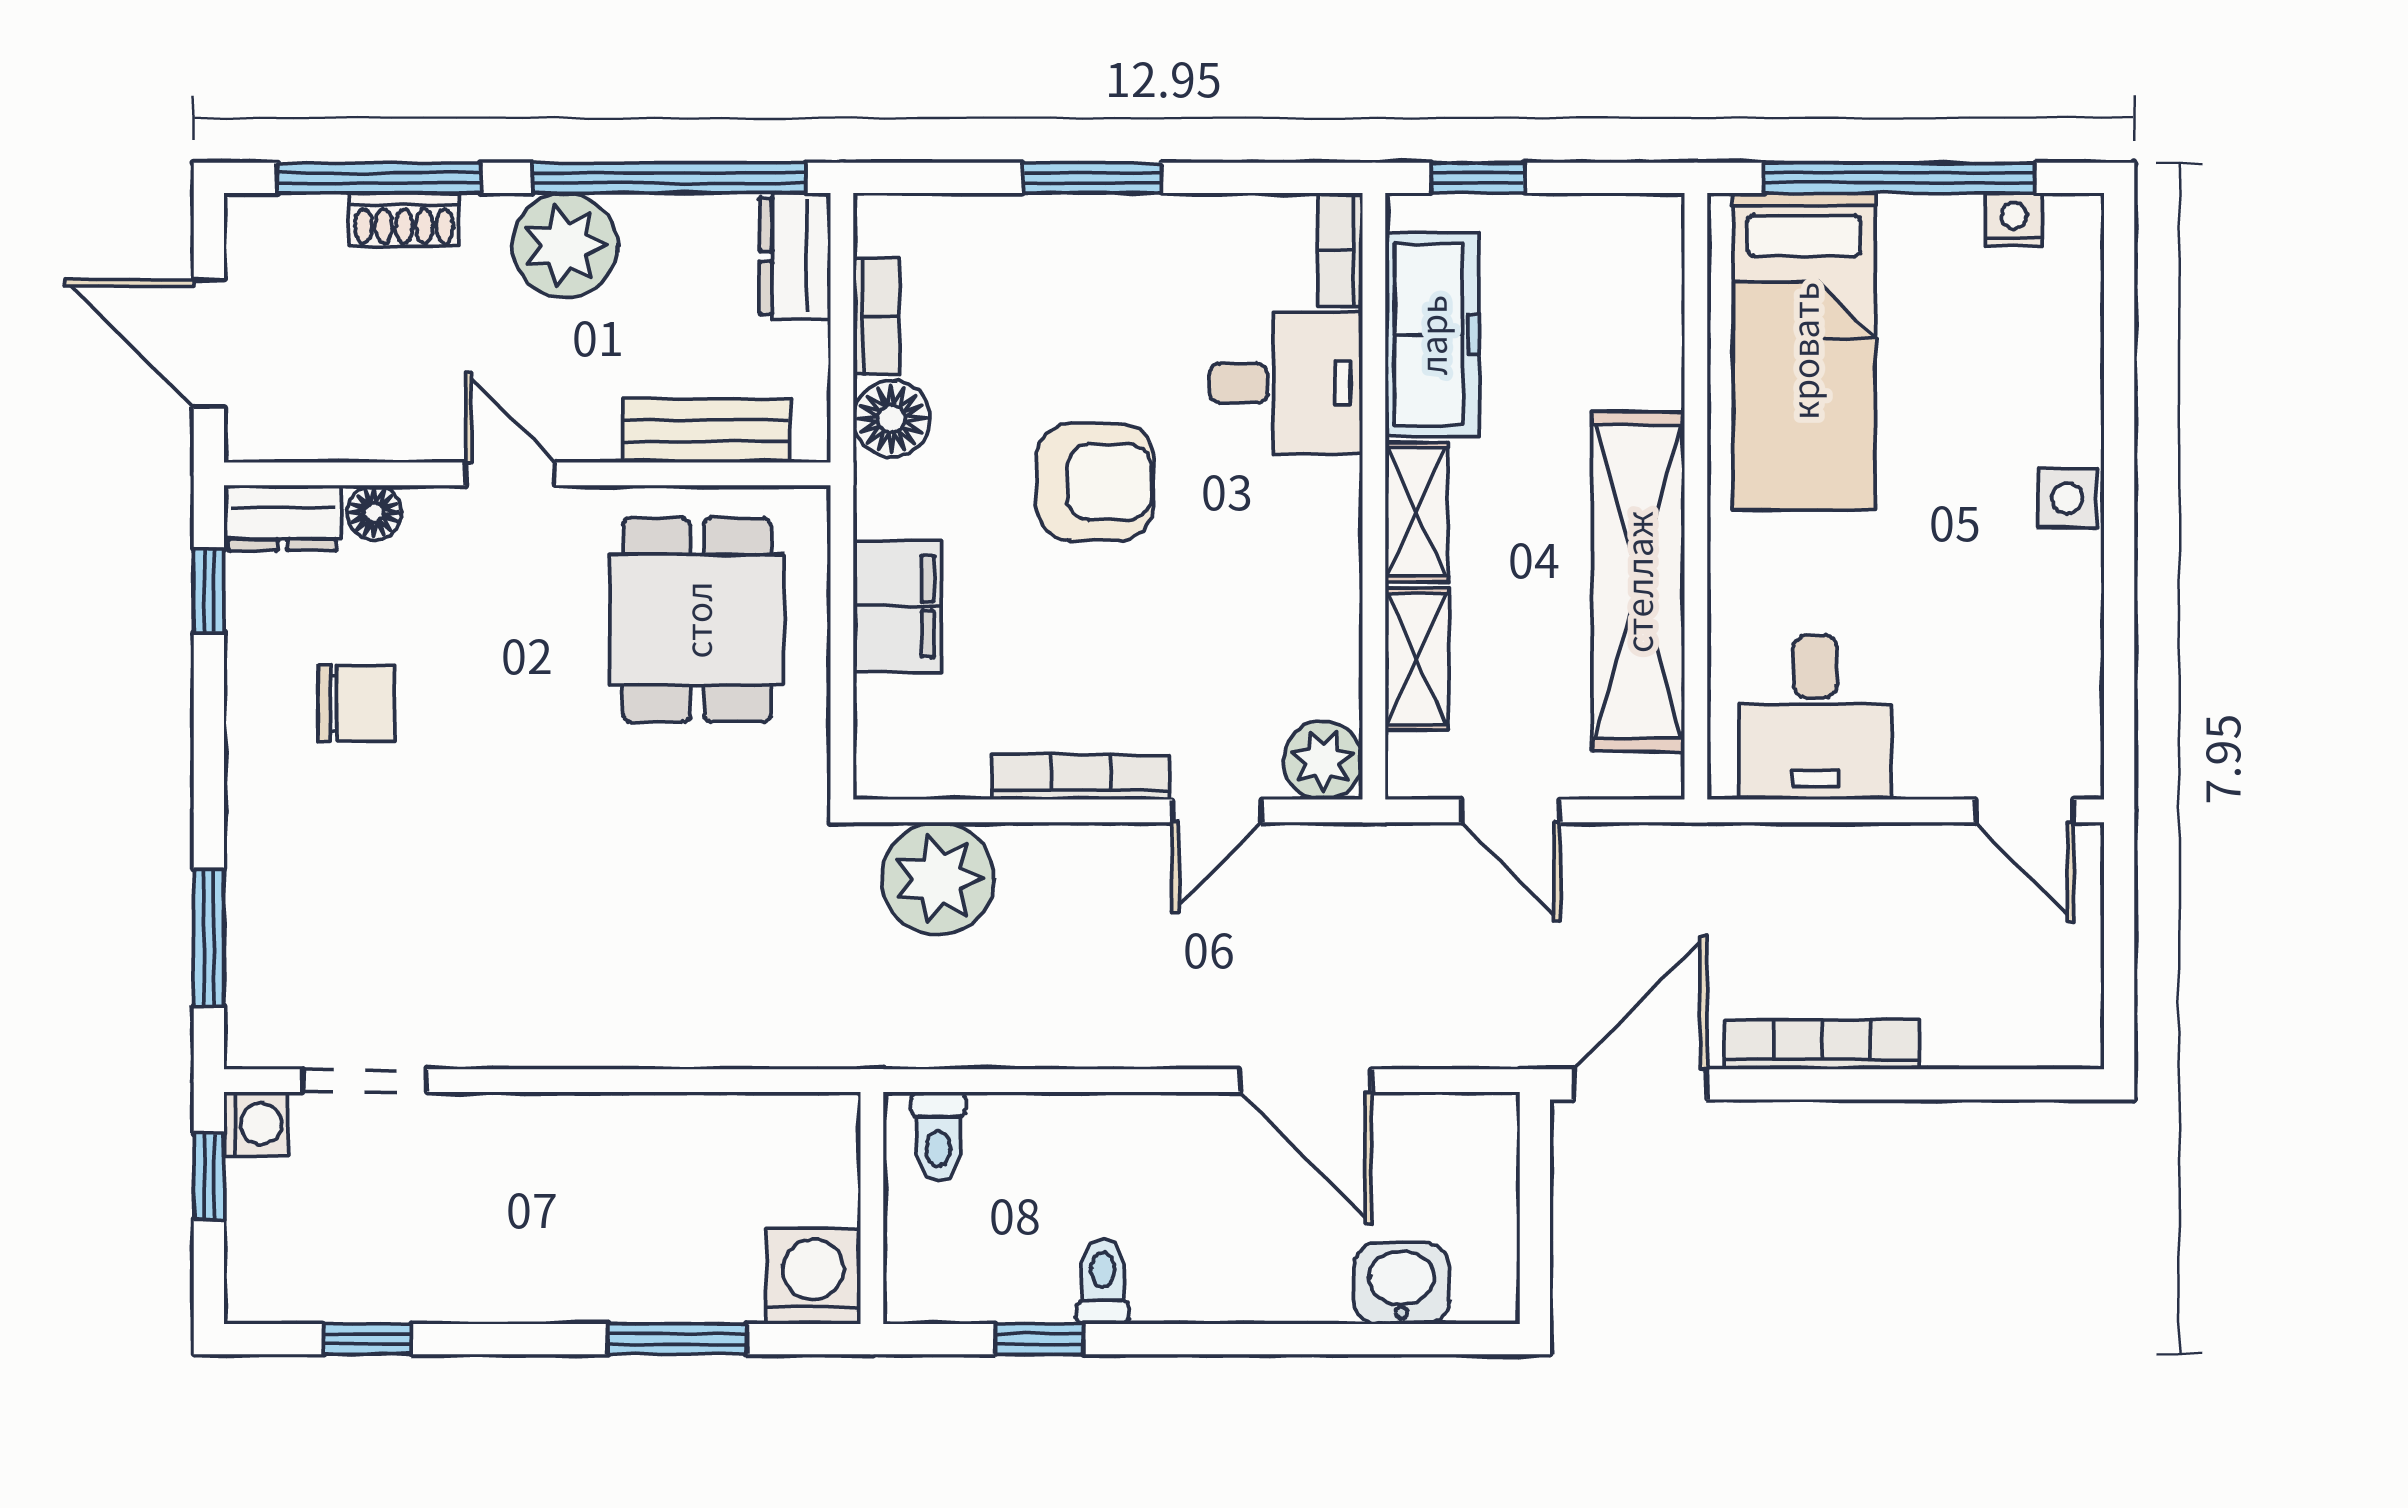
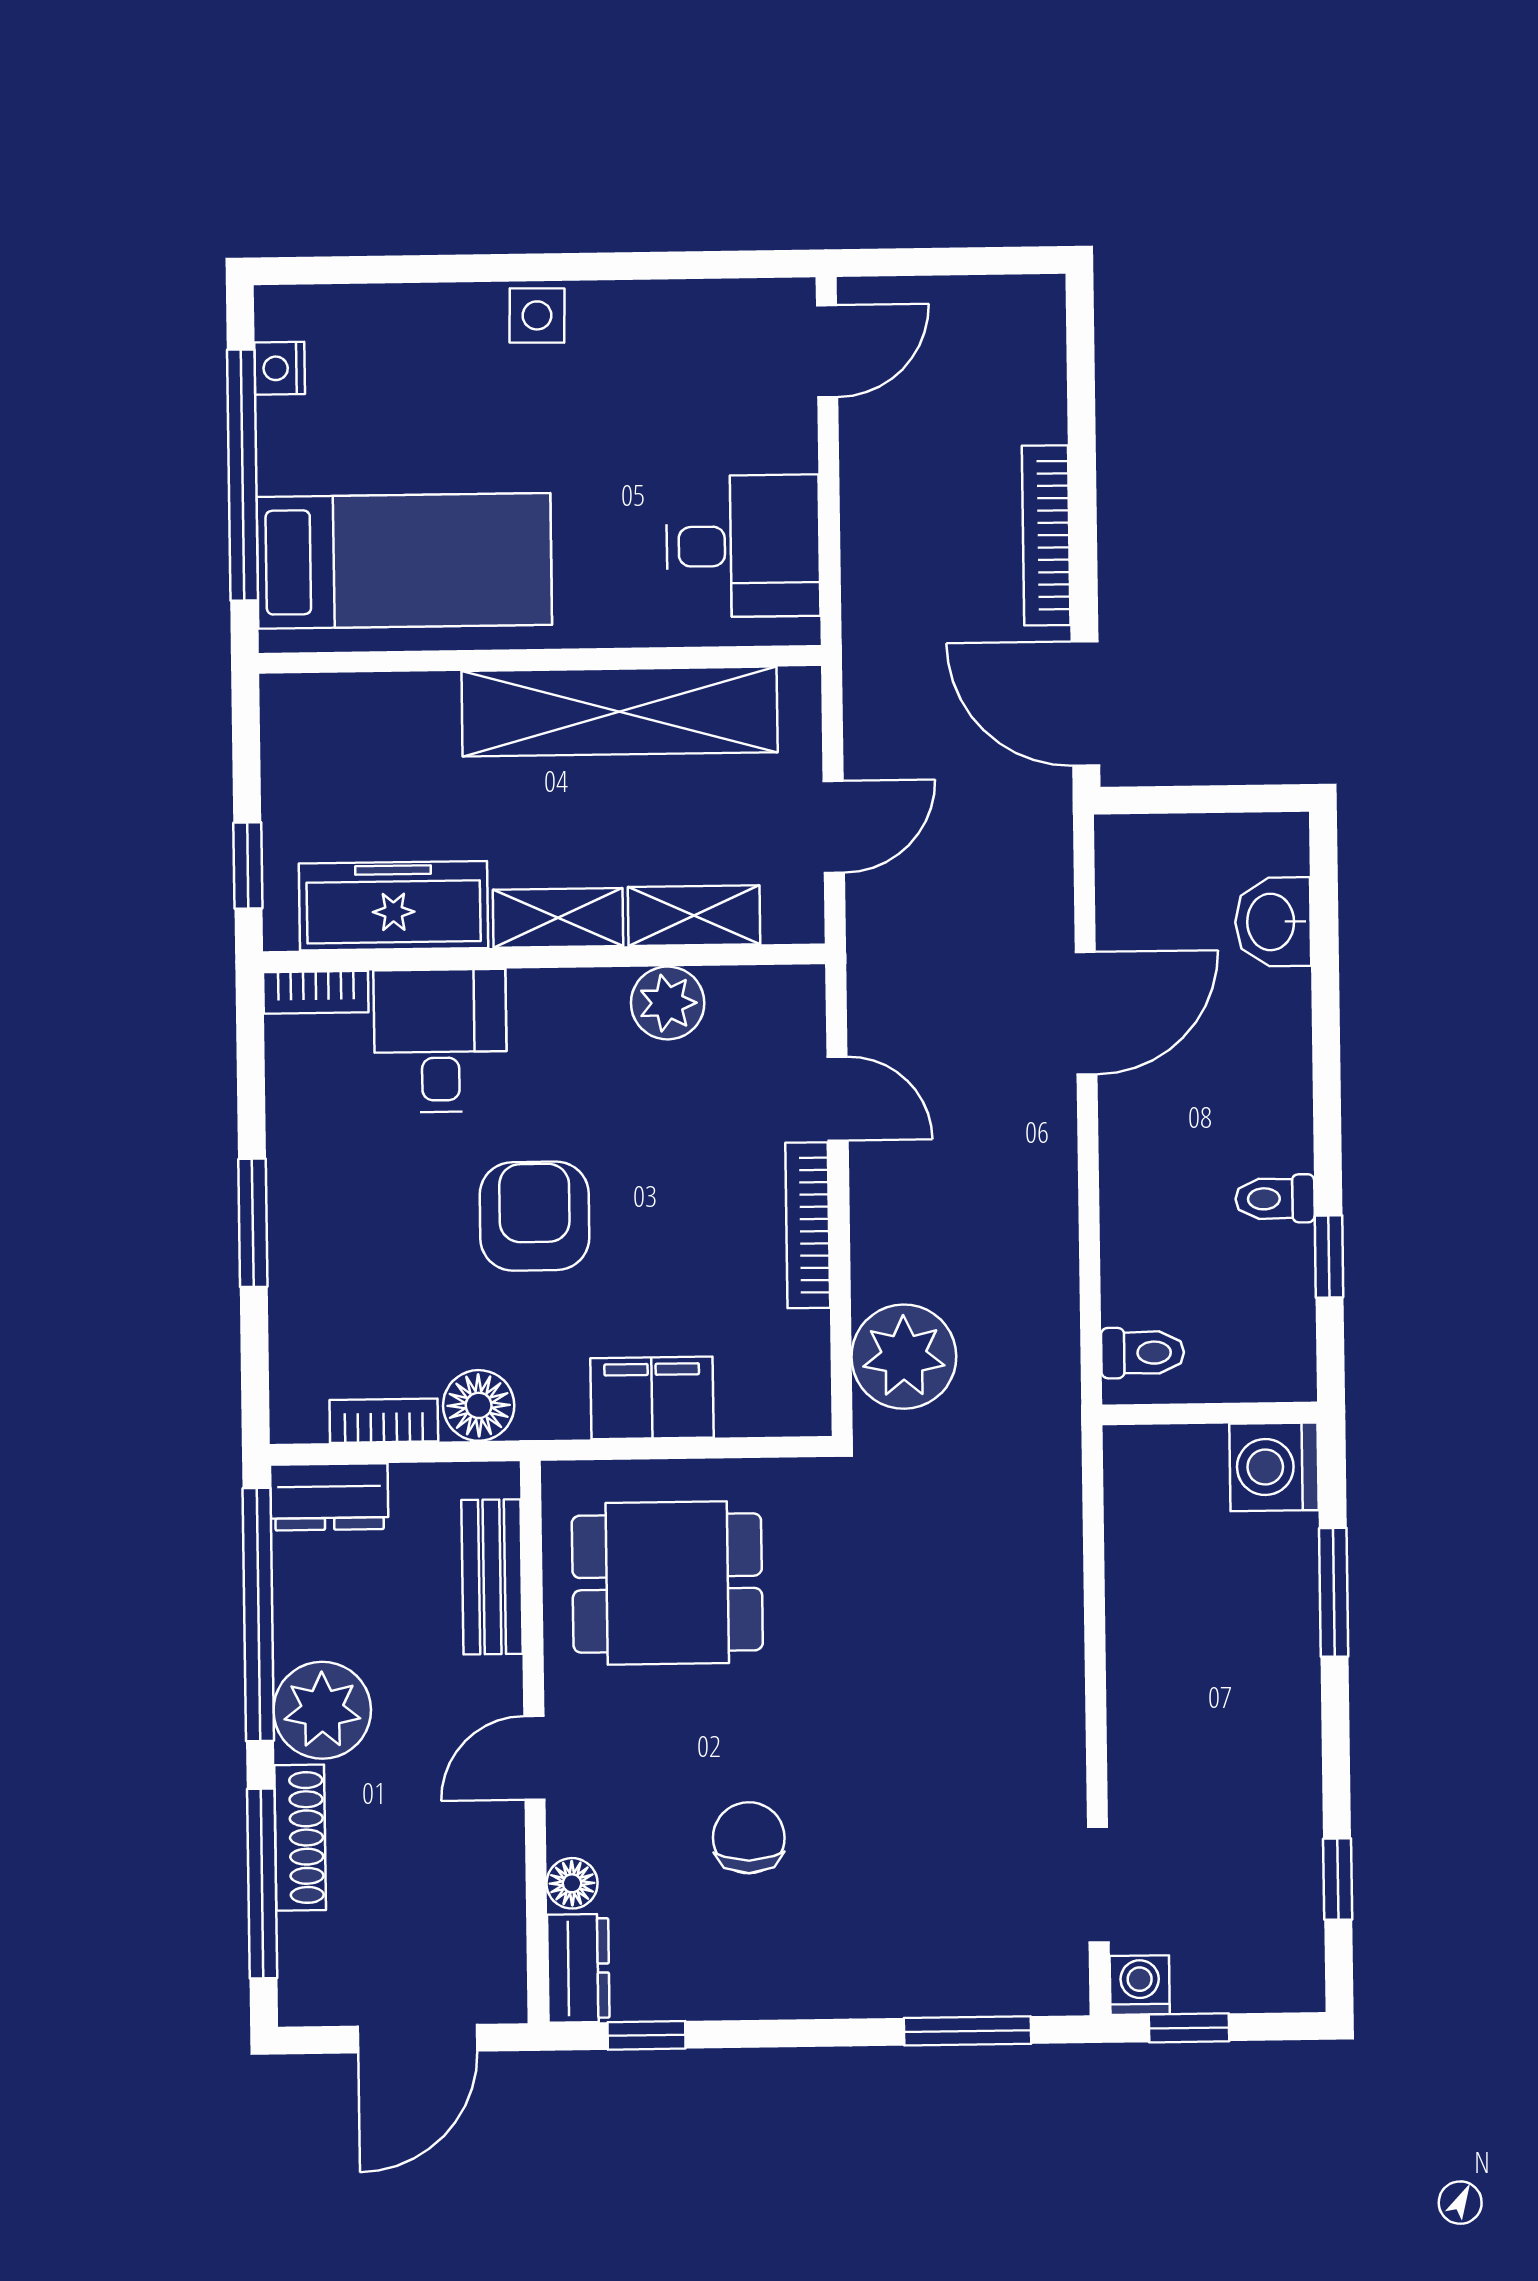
shoe rack: (404, 220) -> (300, 1838), width x1.43
chair: (357, 703) -> (749, 1838), moved
plant: (1323, 760) -> (668, 1003), moved

